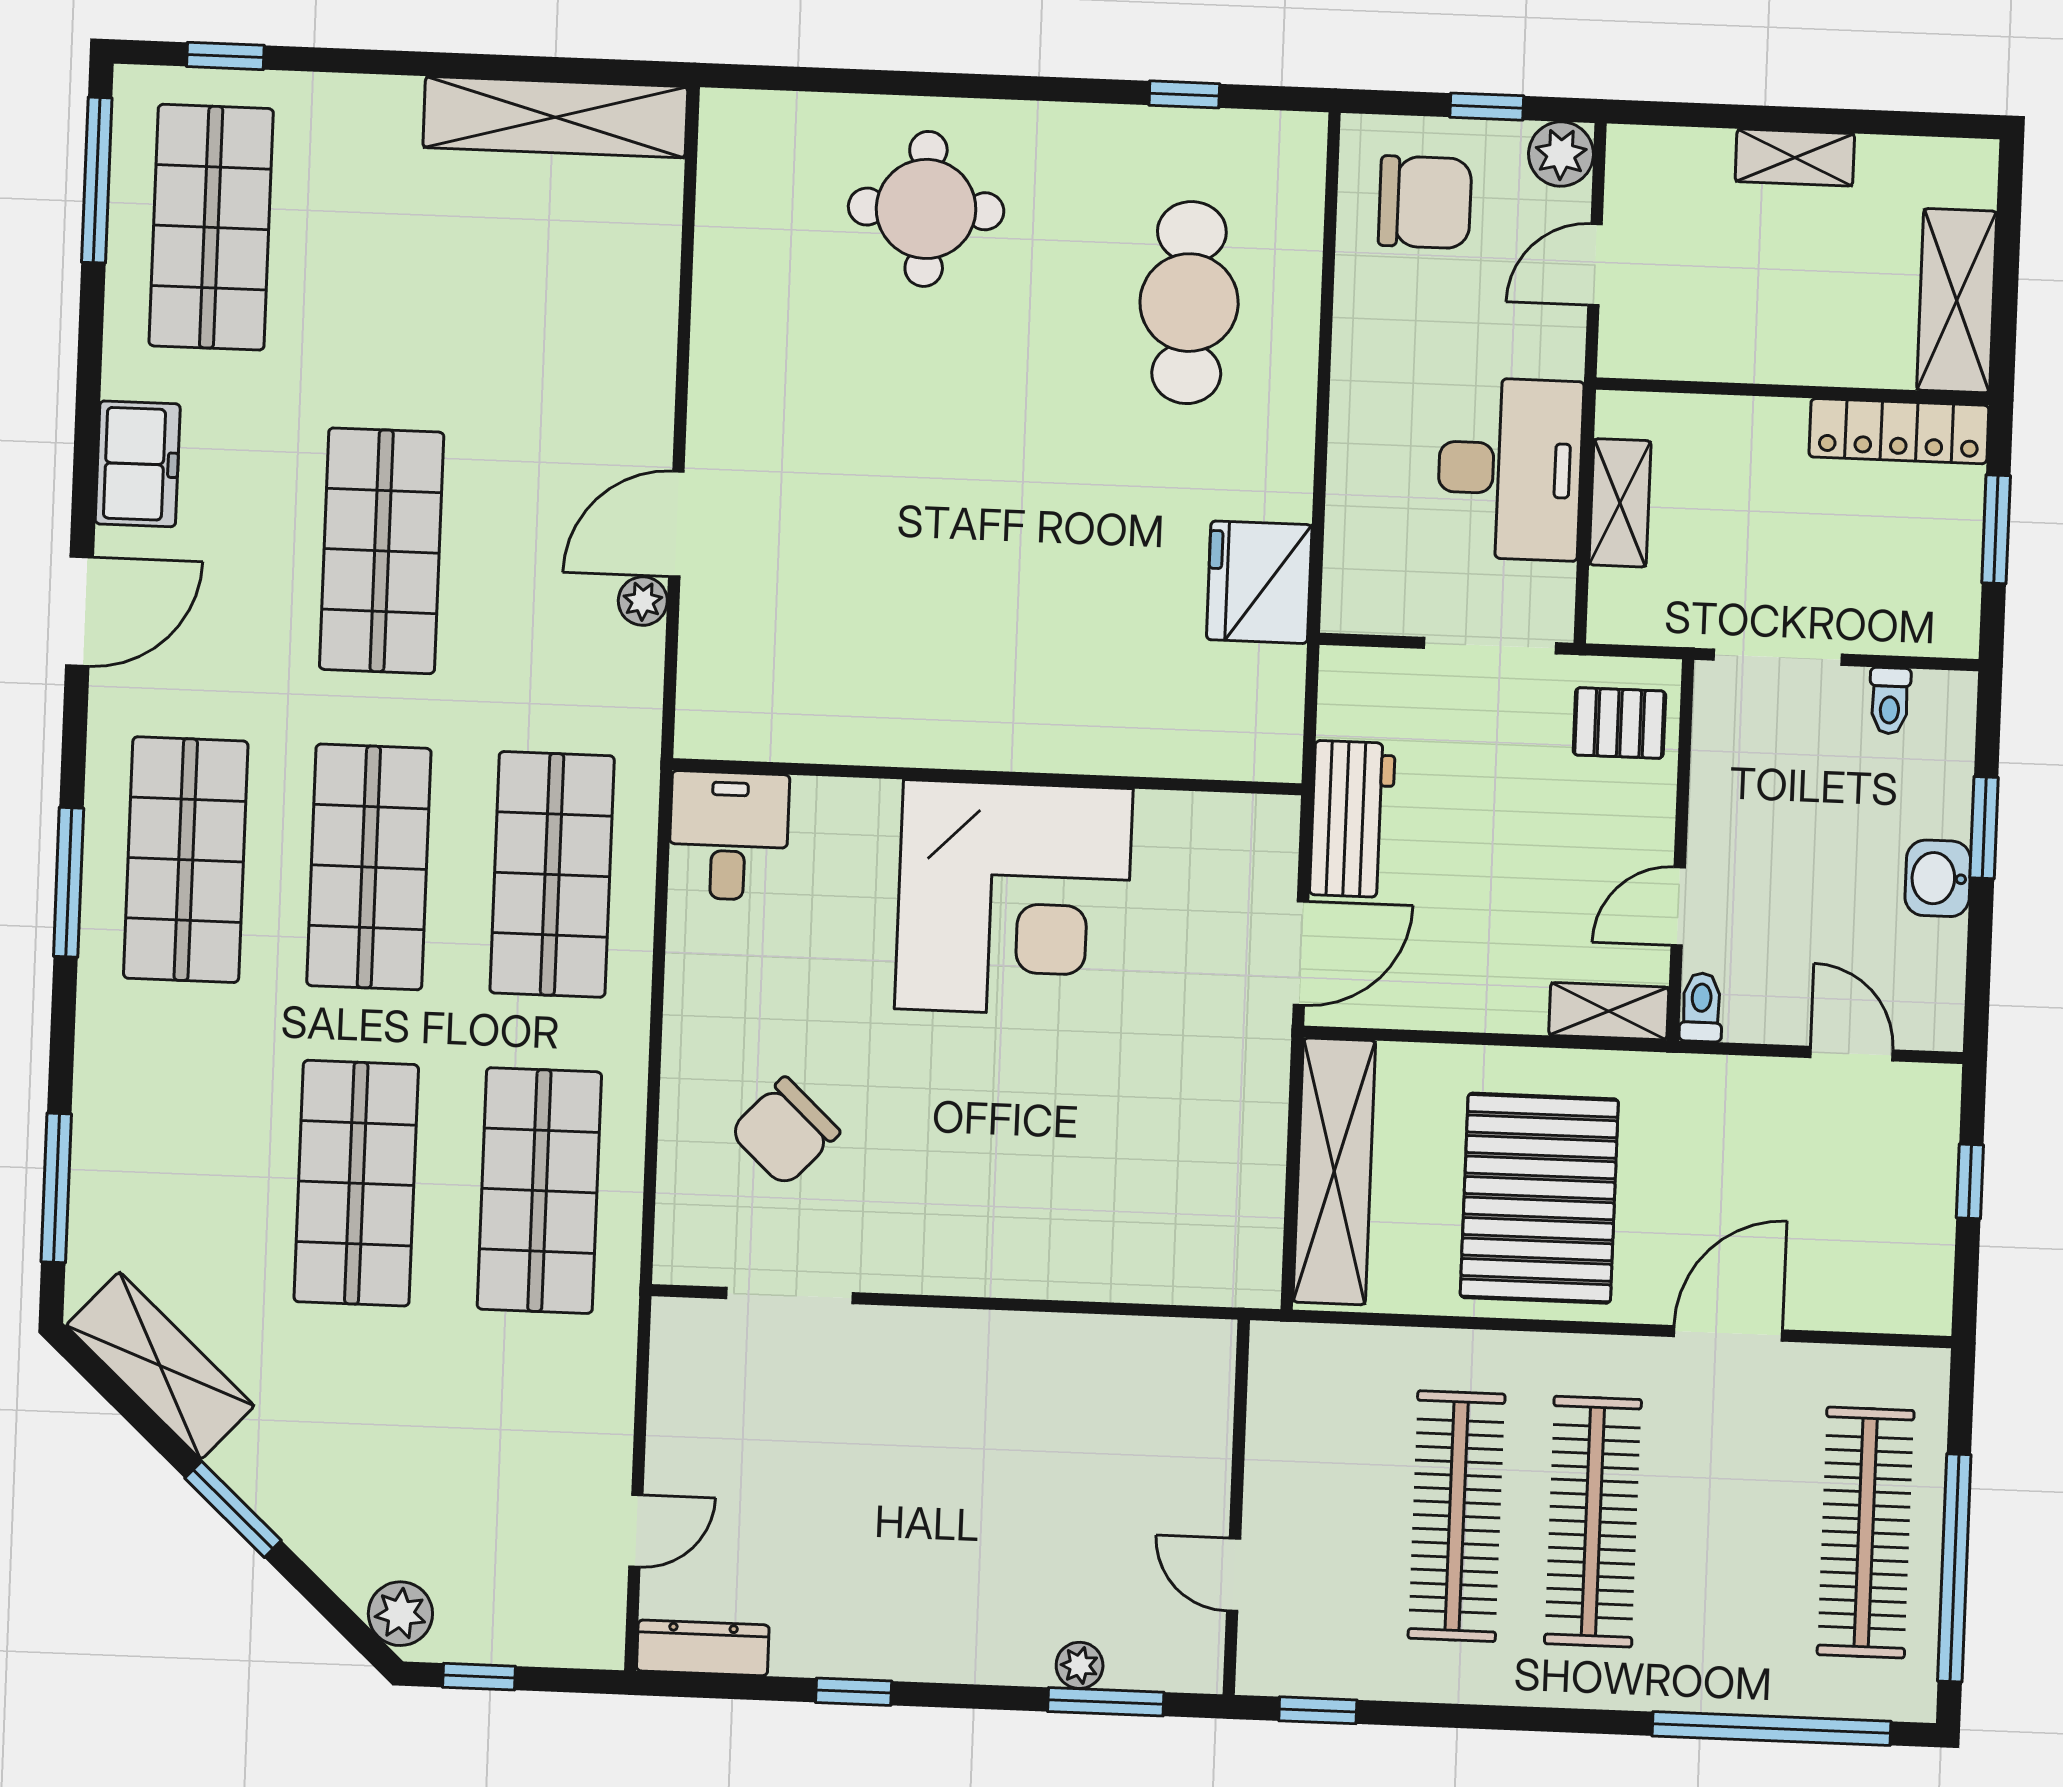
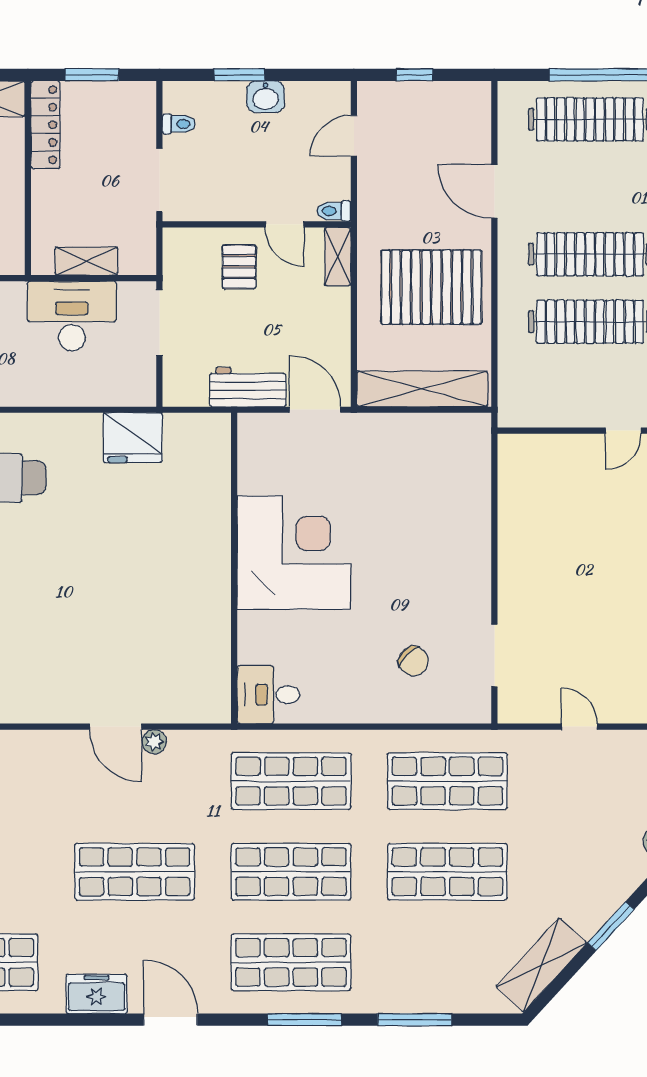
pallet: (1619, 723) -> (239, 267), moved
chair: (785, 1132) -> (414, 661), width x0.73, depth x0.73
window: (56, 1188) -> (415, 1020), moved
door: (636, 1531) -> (579, 727), moved

